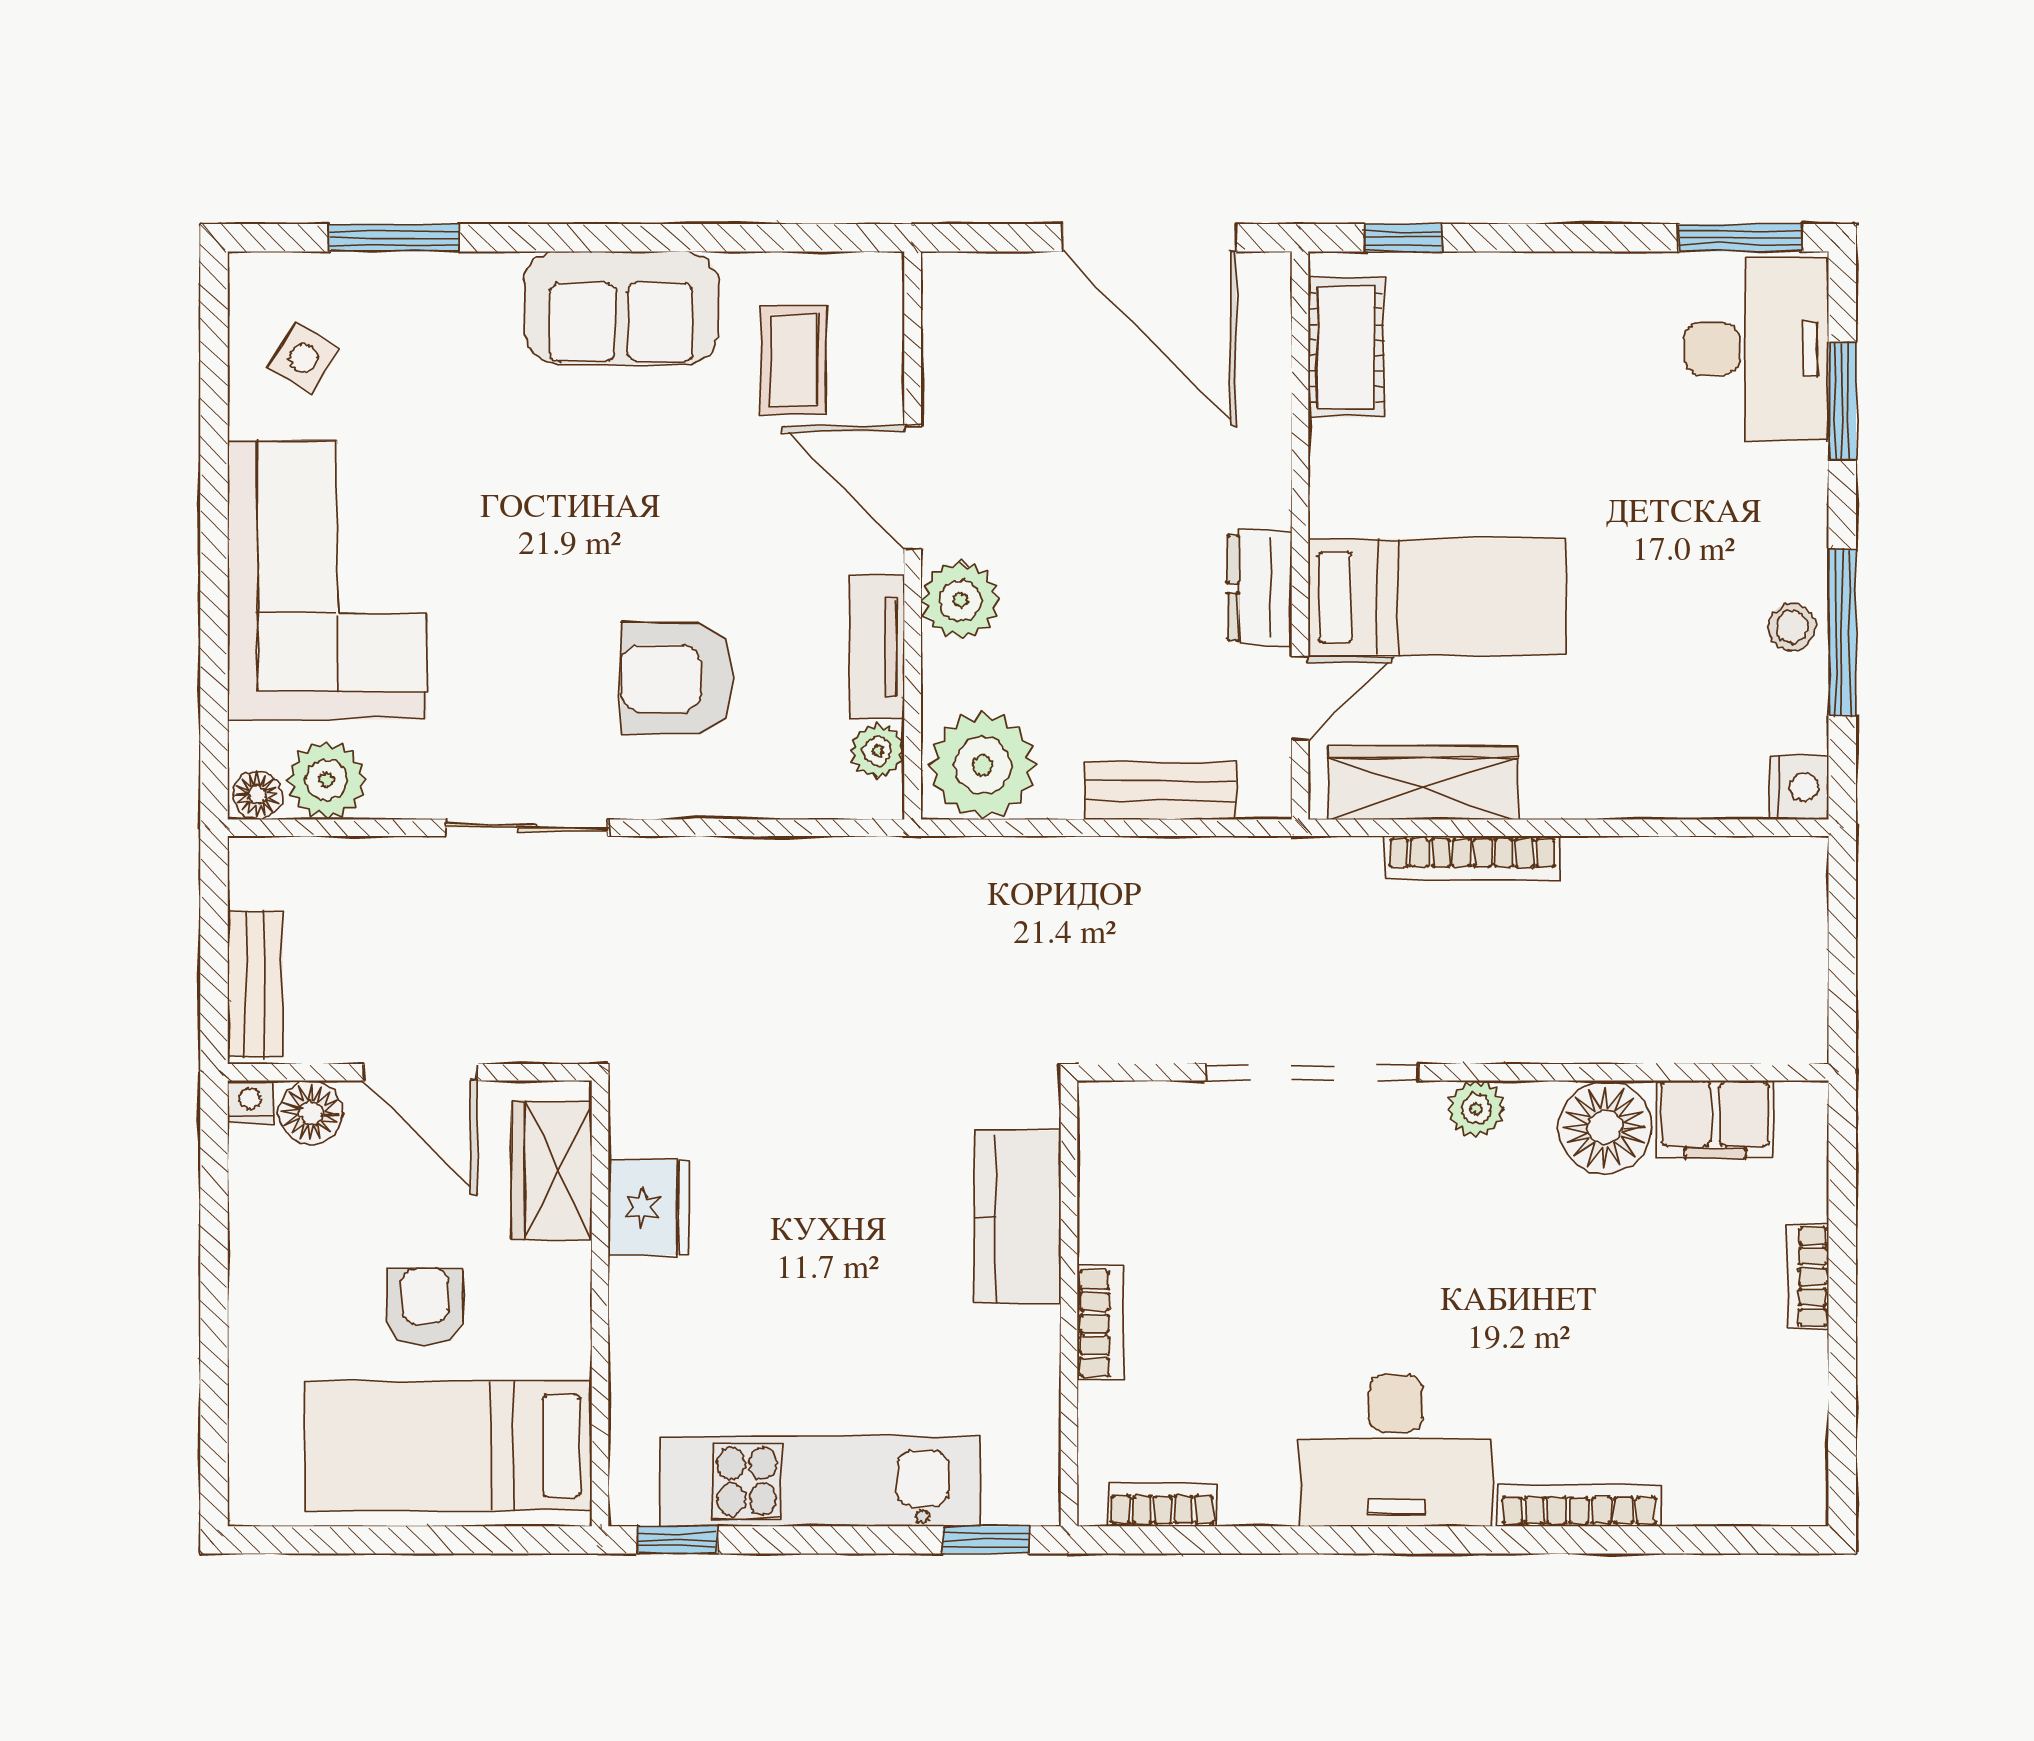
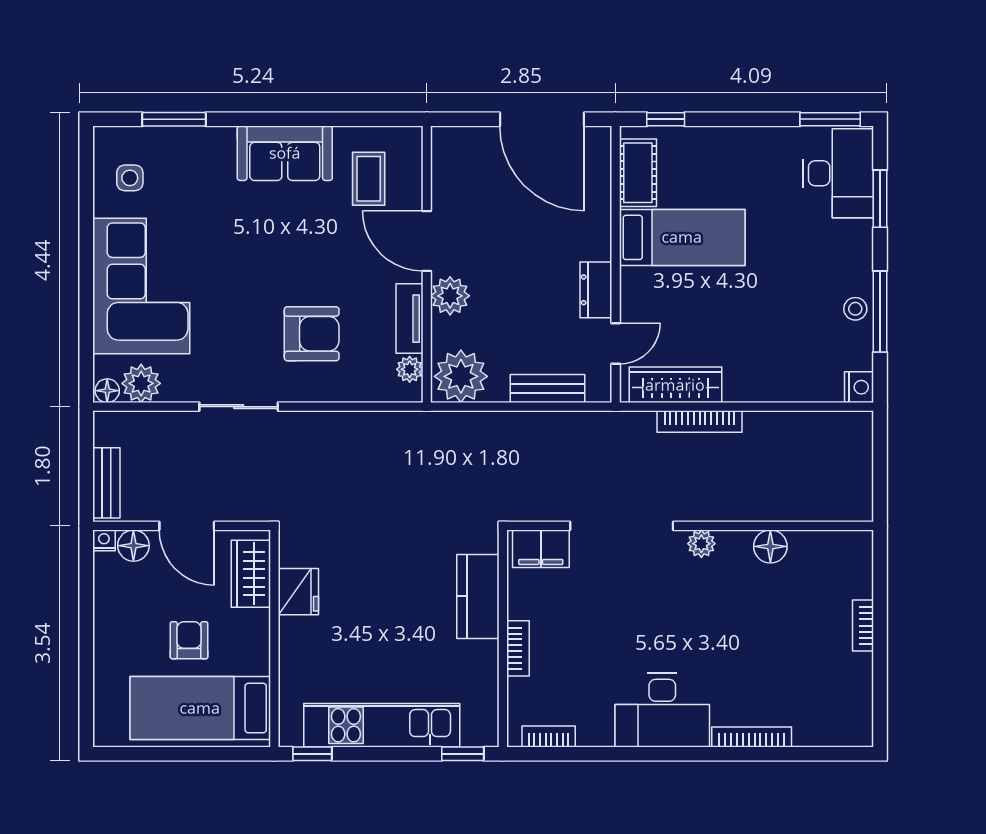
side table: (303, 358) -> (130, 178), turned -32
bed: (1437, 597) -> (682, 237), moved
armchair: (677, 678) -> (312, 334), turned 180
filing cabinet: (1715, 1119) -> (541, 549), moved
floor lamp: (1605, 1127) -> (770, 546), width x0.73, depth x0.73

